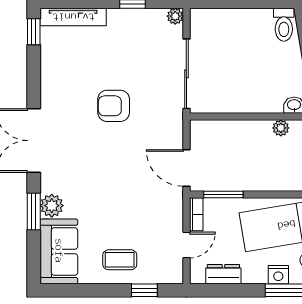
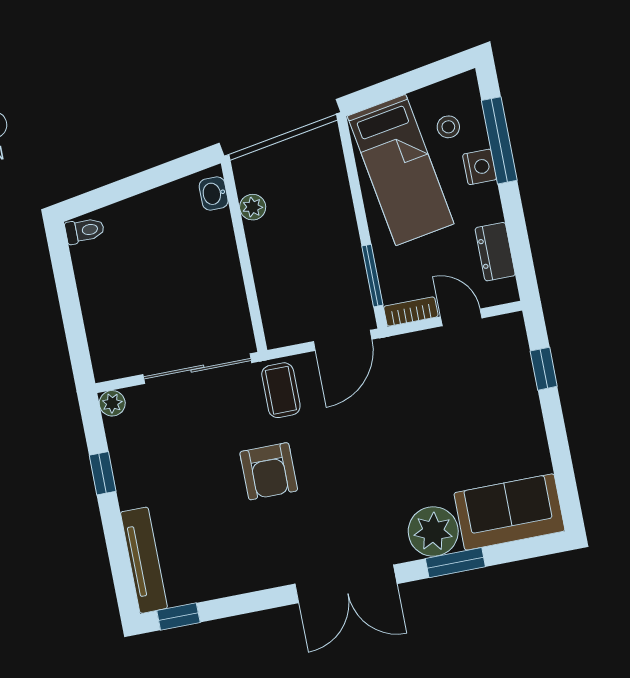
toilet: (284, 25) -> (85, 230), width x0.73, depth x0.72
plant: (52, 206) -> (433, 531), width x1.36, depth x1.36
coffee table: (120, 260) -> (281, 390), moved

